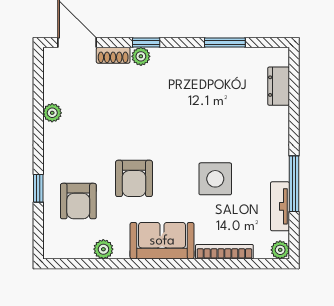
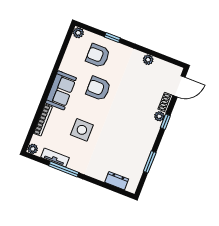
plant: (103, 249) -> (78, 33), moved

